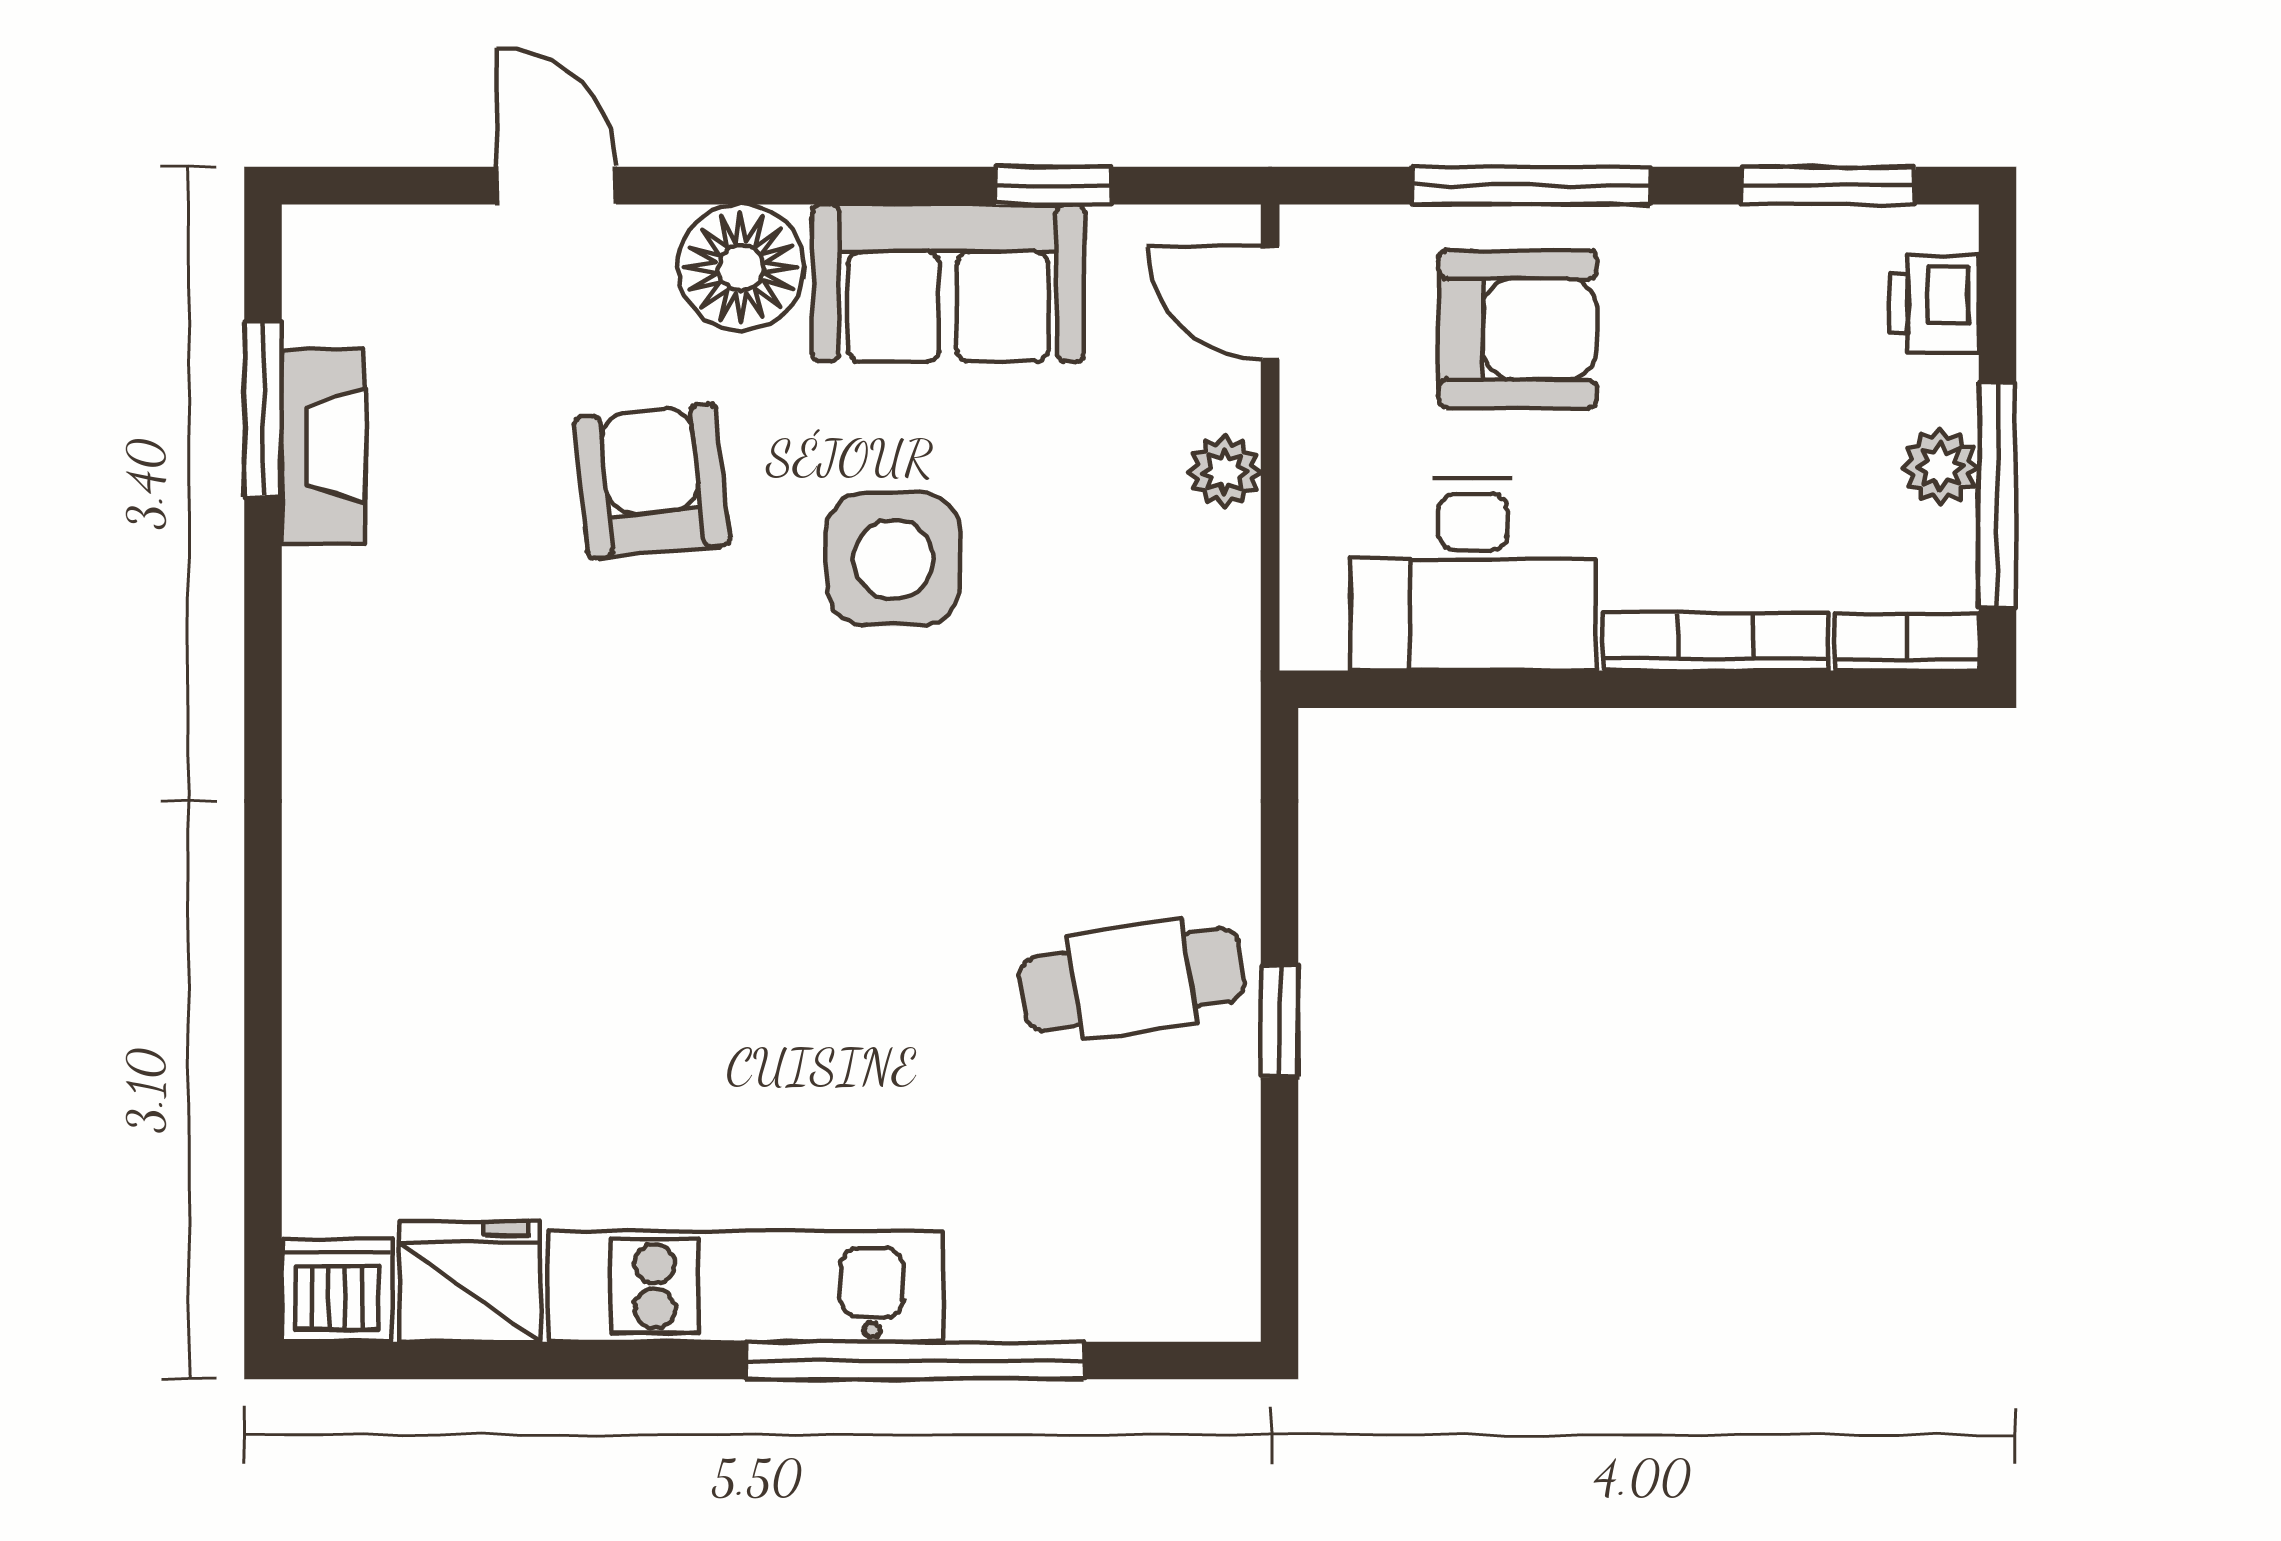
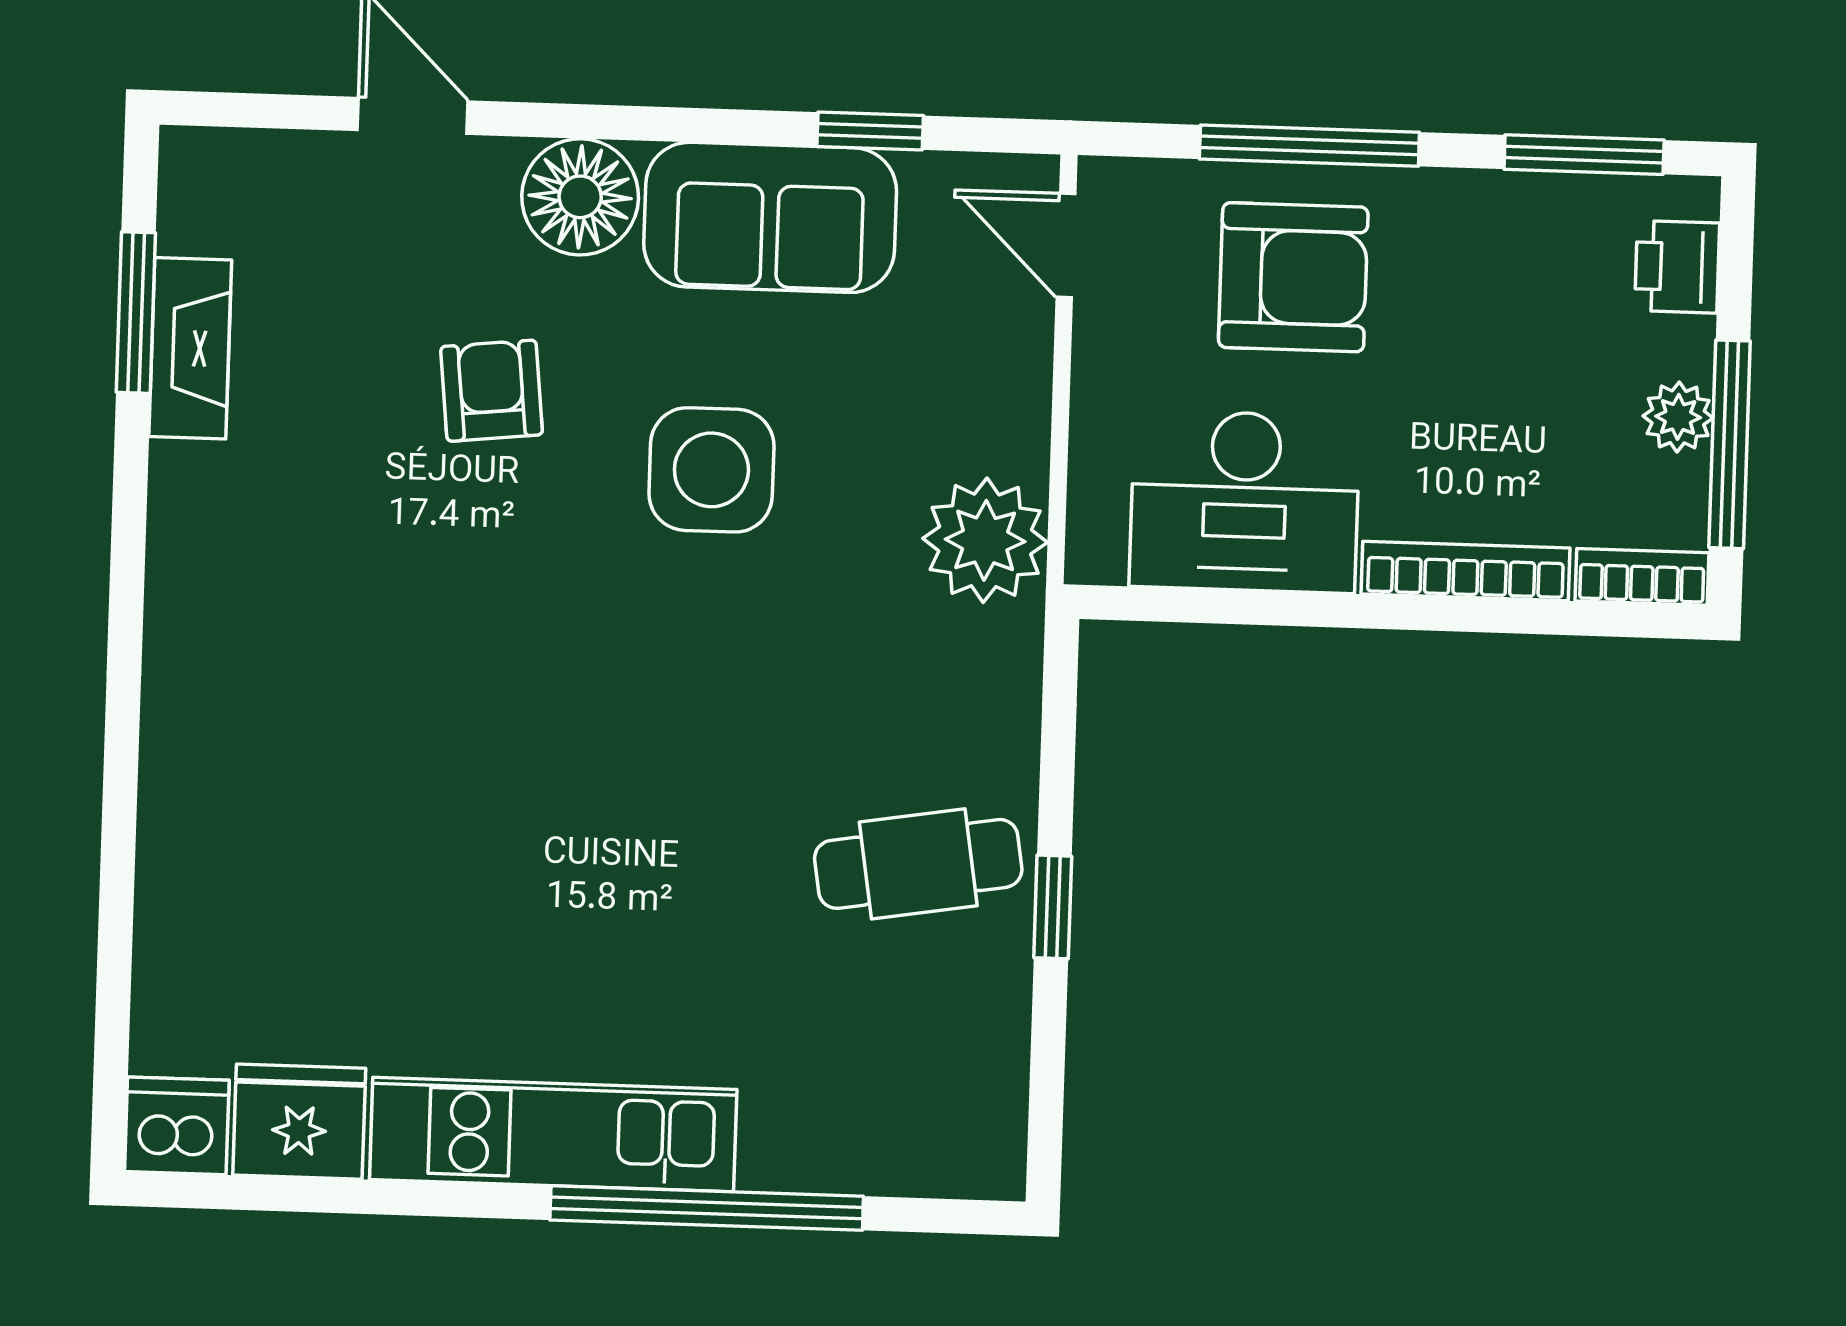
plant: (1225, 472) -> (985, 540), moved, width x1.88, depth x1.88
armchair: (652, 481) -> (492, 391), width x0.72, depth x0.72

